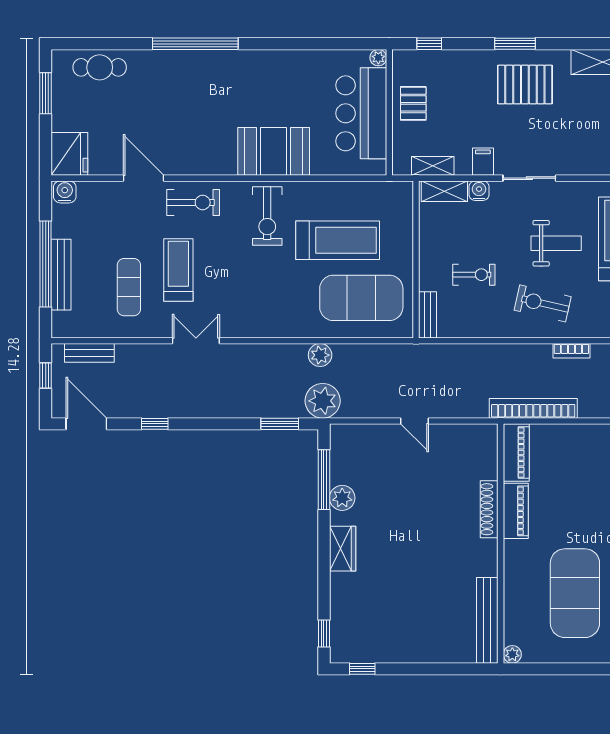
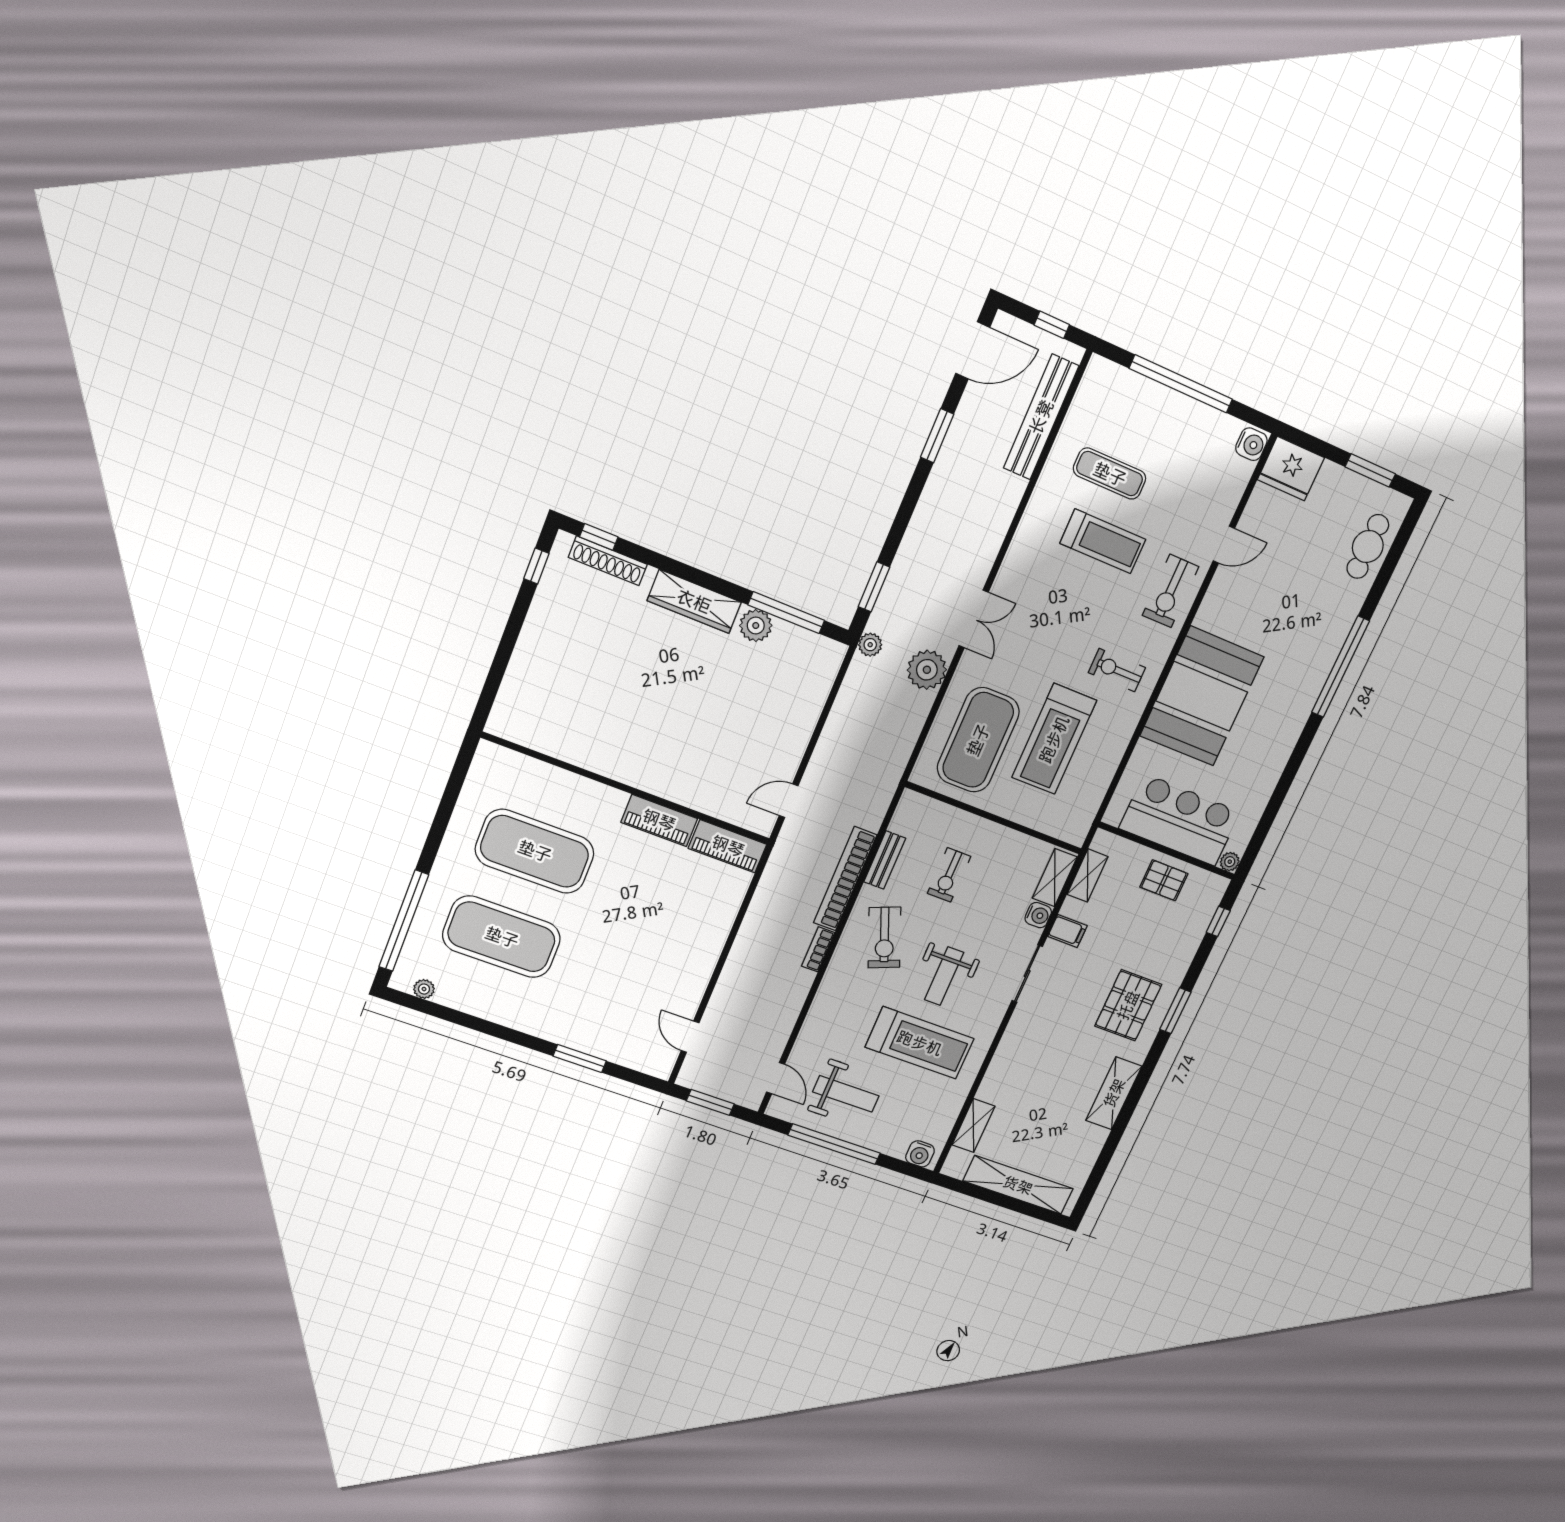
booth: (274, 151) -> (1202, 696), width x1.36, depth x1.42
door: (144, 178) -> (1224, 545), width x0.73
exercise bike: (267, 216) -> (1117, 670), width x0.73, depth x0.72
bench: (61, 275) -> (1160, 397), removed
exercise bike: (543, 303) -> (884, 938), turned 145
bench: (428, 315) -> (885, 860), moved, turned 90
double door: (196, 341) -> (974, 619), moved
bench: (89, 353) -> (1041, 417), width x1.86, depth x1.21
plant: (320, 355) -> (927, 670), width x1.36, depth x1.36
plant: (323, 401) -> (870, 645), width x0.53, depth x0.53
bookcase: (533, 408) -> (845, 879), moved, turned 180
door: (415, 421) -> (789, 801), moved
window: (155, 424) -> (937, 436), width x1.50
shoe rack: (489, 509) -> (608, 561), moved, turned 180
wardrobe: (343, 549) -> (694, 601), width x1.50
bench: (487, 620) -> (540, 739), removed
plant: (512, 654) -> (487, 752), removed

